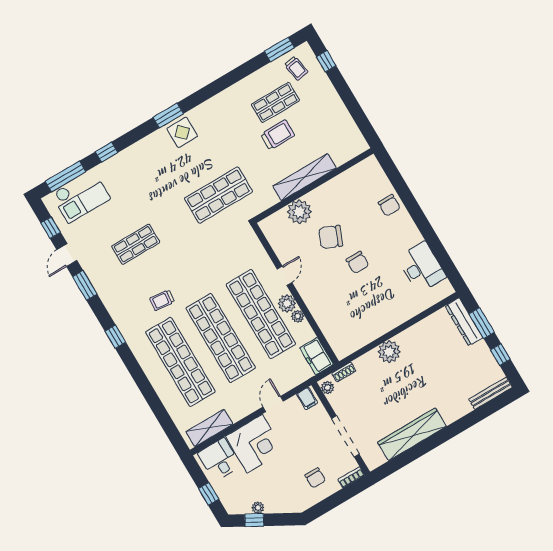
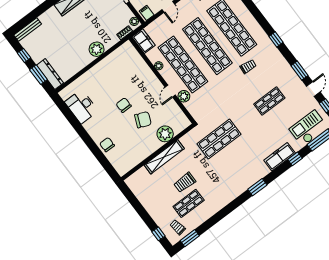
display table: (182, 132) -> (247, 177), removed
freezer: (130, 158) -> (280, 157), added
plant: (287, 303) -> (184, 96), moved

